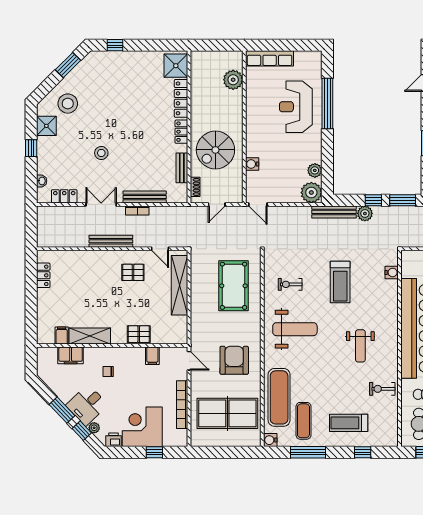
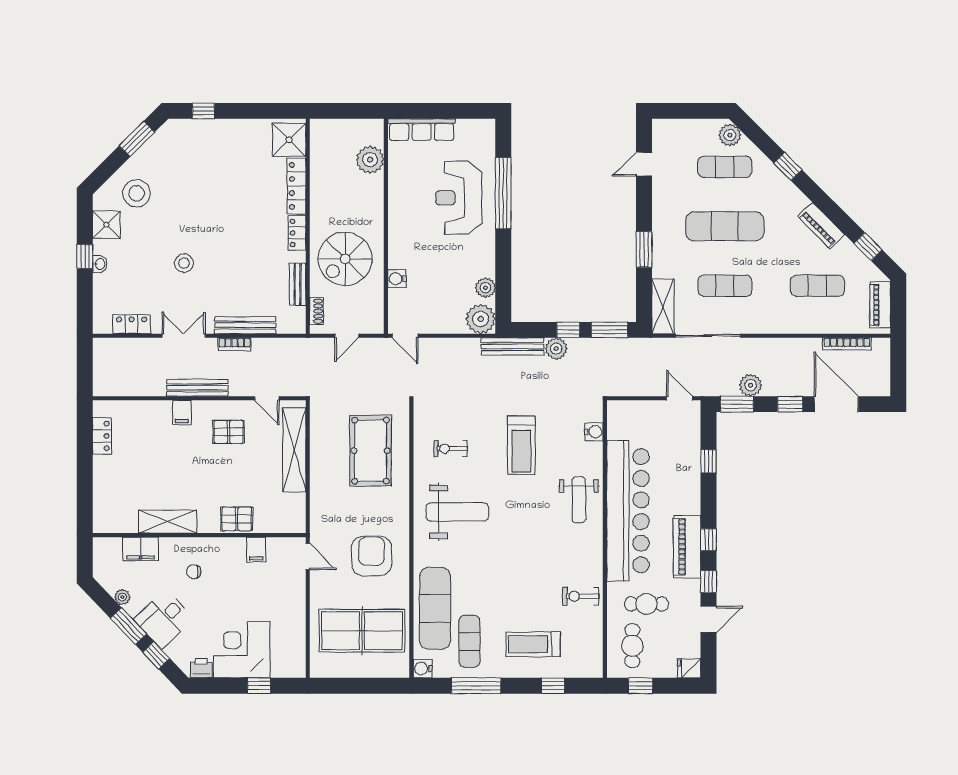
washbasin: (42, 181) -> (100, 264), moved
filing cabinet: (62, 336) -> (182, 412), moved, turned 180
weight bench: (360, 346) -> (579, 500), moved
bookcase: (182, 405) -> (298, 619), removed
plant: (94, 428) -> (122, 597), moved

